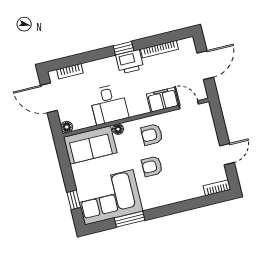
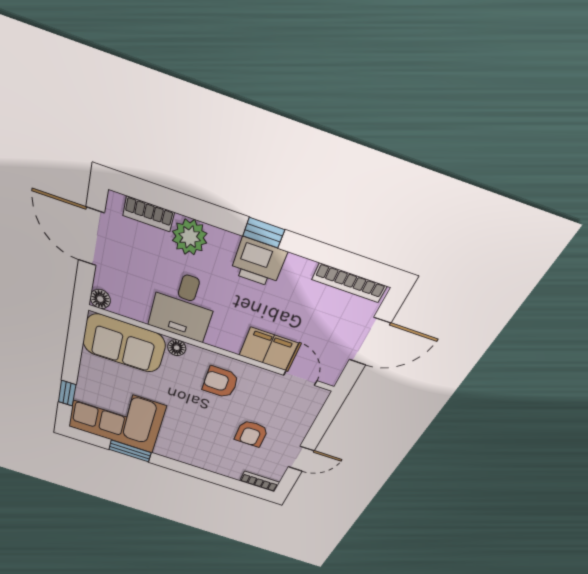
bookcase: (159, 49) -> (349, 283), moved
plant: (93, 70) -> (190, 237), added
armchair: (152, 166) -> (251, 434), moved, turned -90

